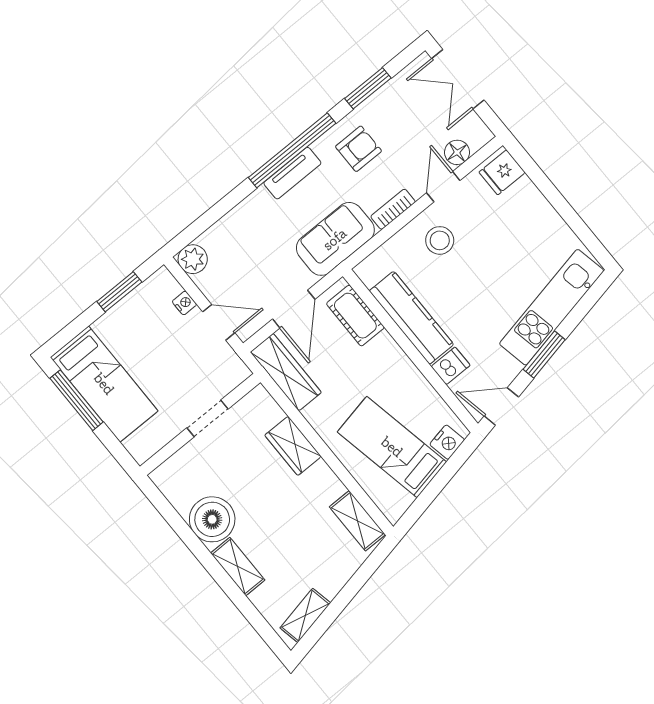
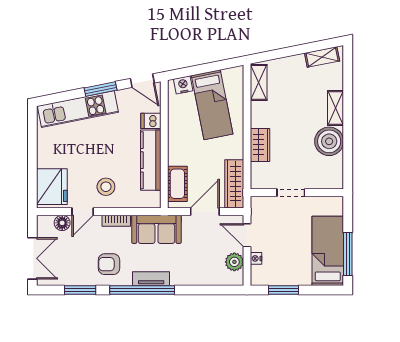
fridge: (502, 172) -> (52, 187), width x1.88, depth x1.34
plant: (193, 259) -> (234, 262), moved

